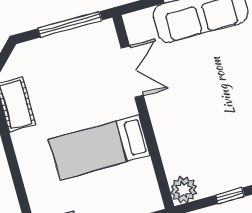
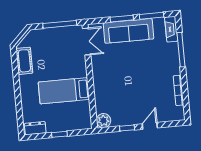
double door: (132, 72) -> (87, 42), moved

